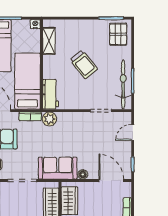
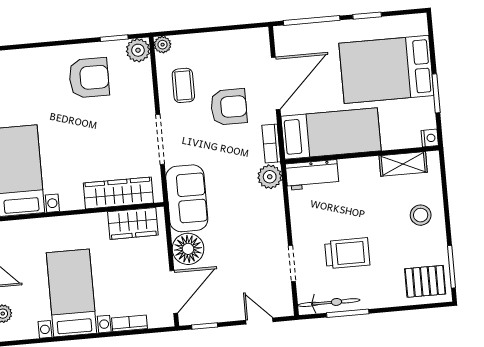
stool: (79, 33) -> (421, 215), added
trolley: (84, 64) -> (347, 253), moved, turned -141
bicycle: (123, 84) -> (329, 303), width x0.73, depth x0.71
floor lamp: (83, 174) -> (188, 249), width x1.89, depth x1.89

